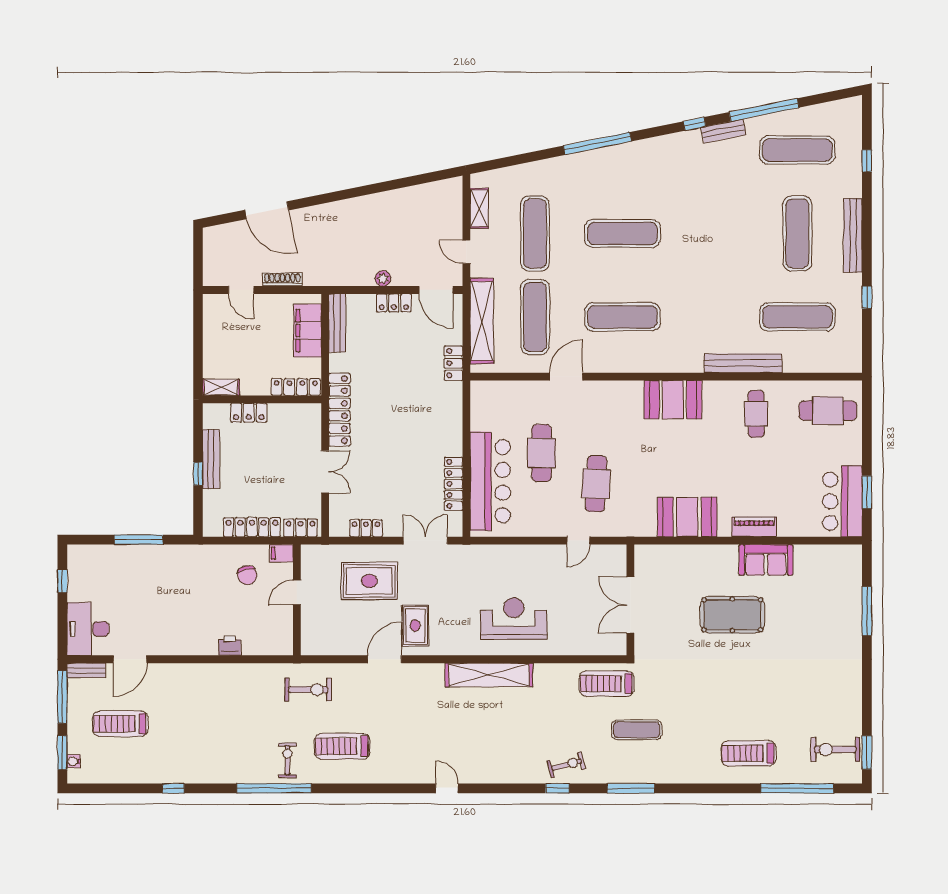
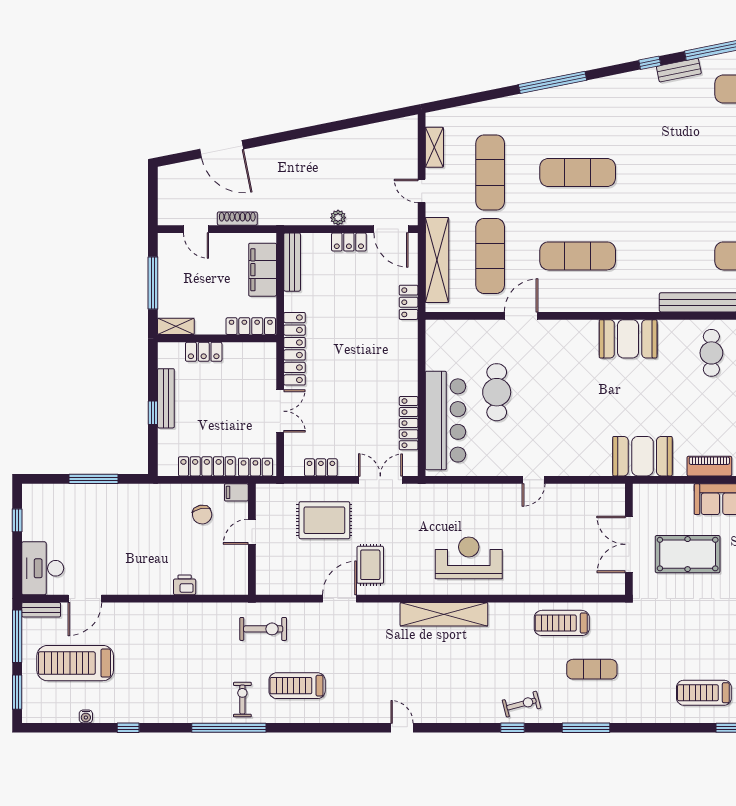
window: (198, 344) -> (153, 283), added
cafe table: (596, 484) -> (551, 423), removed
wall: (630, 600) -> (629, 539), moved
double door: (630, 605) -> (629, 544), moved
treadmill: (120, 724) -> (75, 663), width x1.37, depth x1.37
water cooler: (74, 761) -> (86, 716), moved, turned -90

